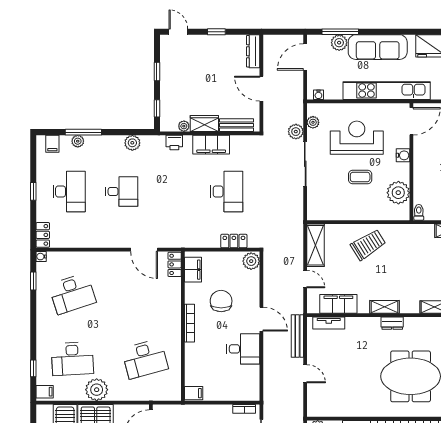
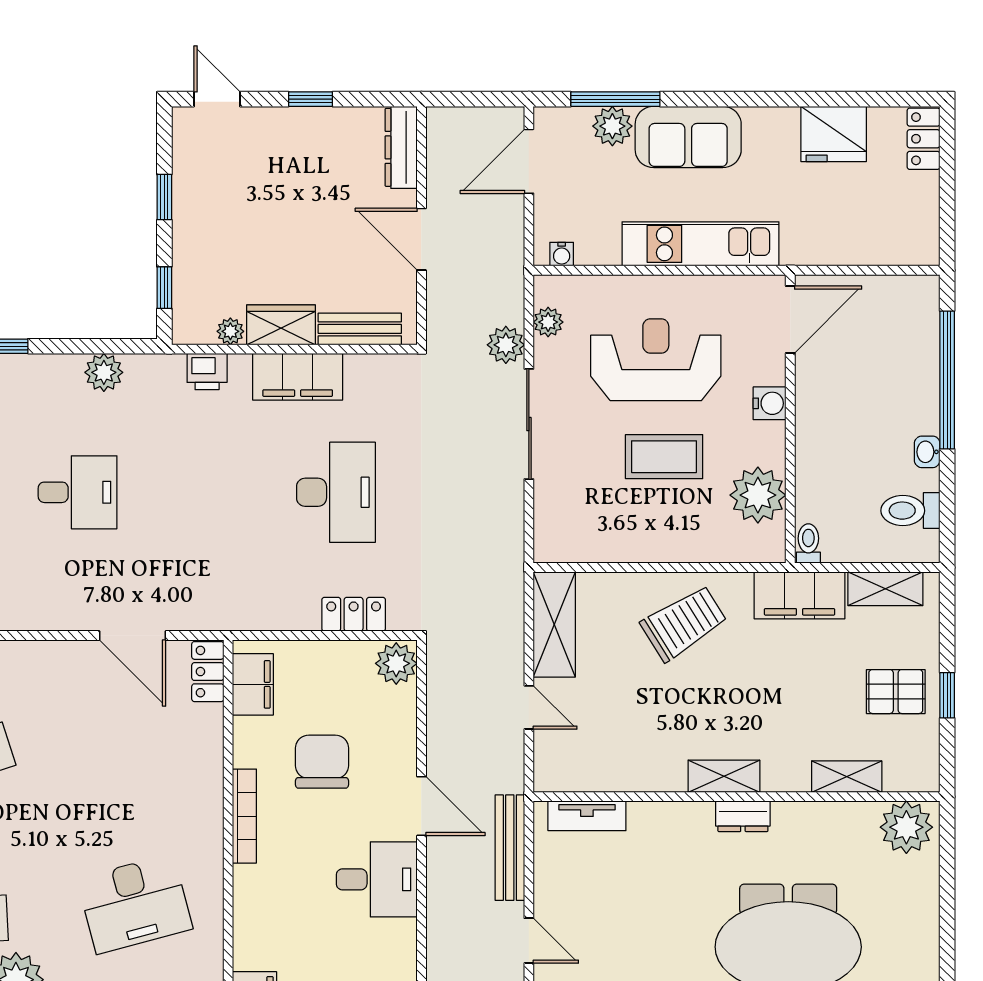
sofa: (378, 47) -> (688, 137), width x0.73
kitchen unit: (387, 91) -> (701, 244), width x0.73
coffee table: (360, 177) -> (664, 457), width x1.36, depth x1.30
filing cabinet: (338, 304) -> (800, 595), moved, turned 180

